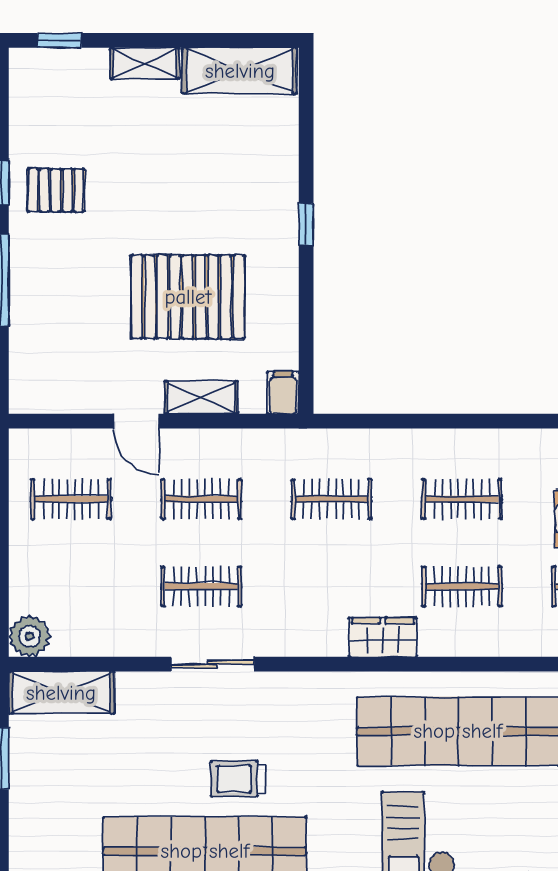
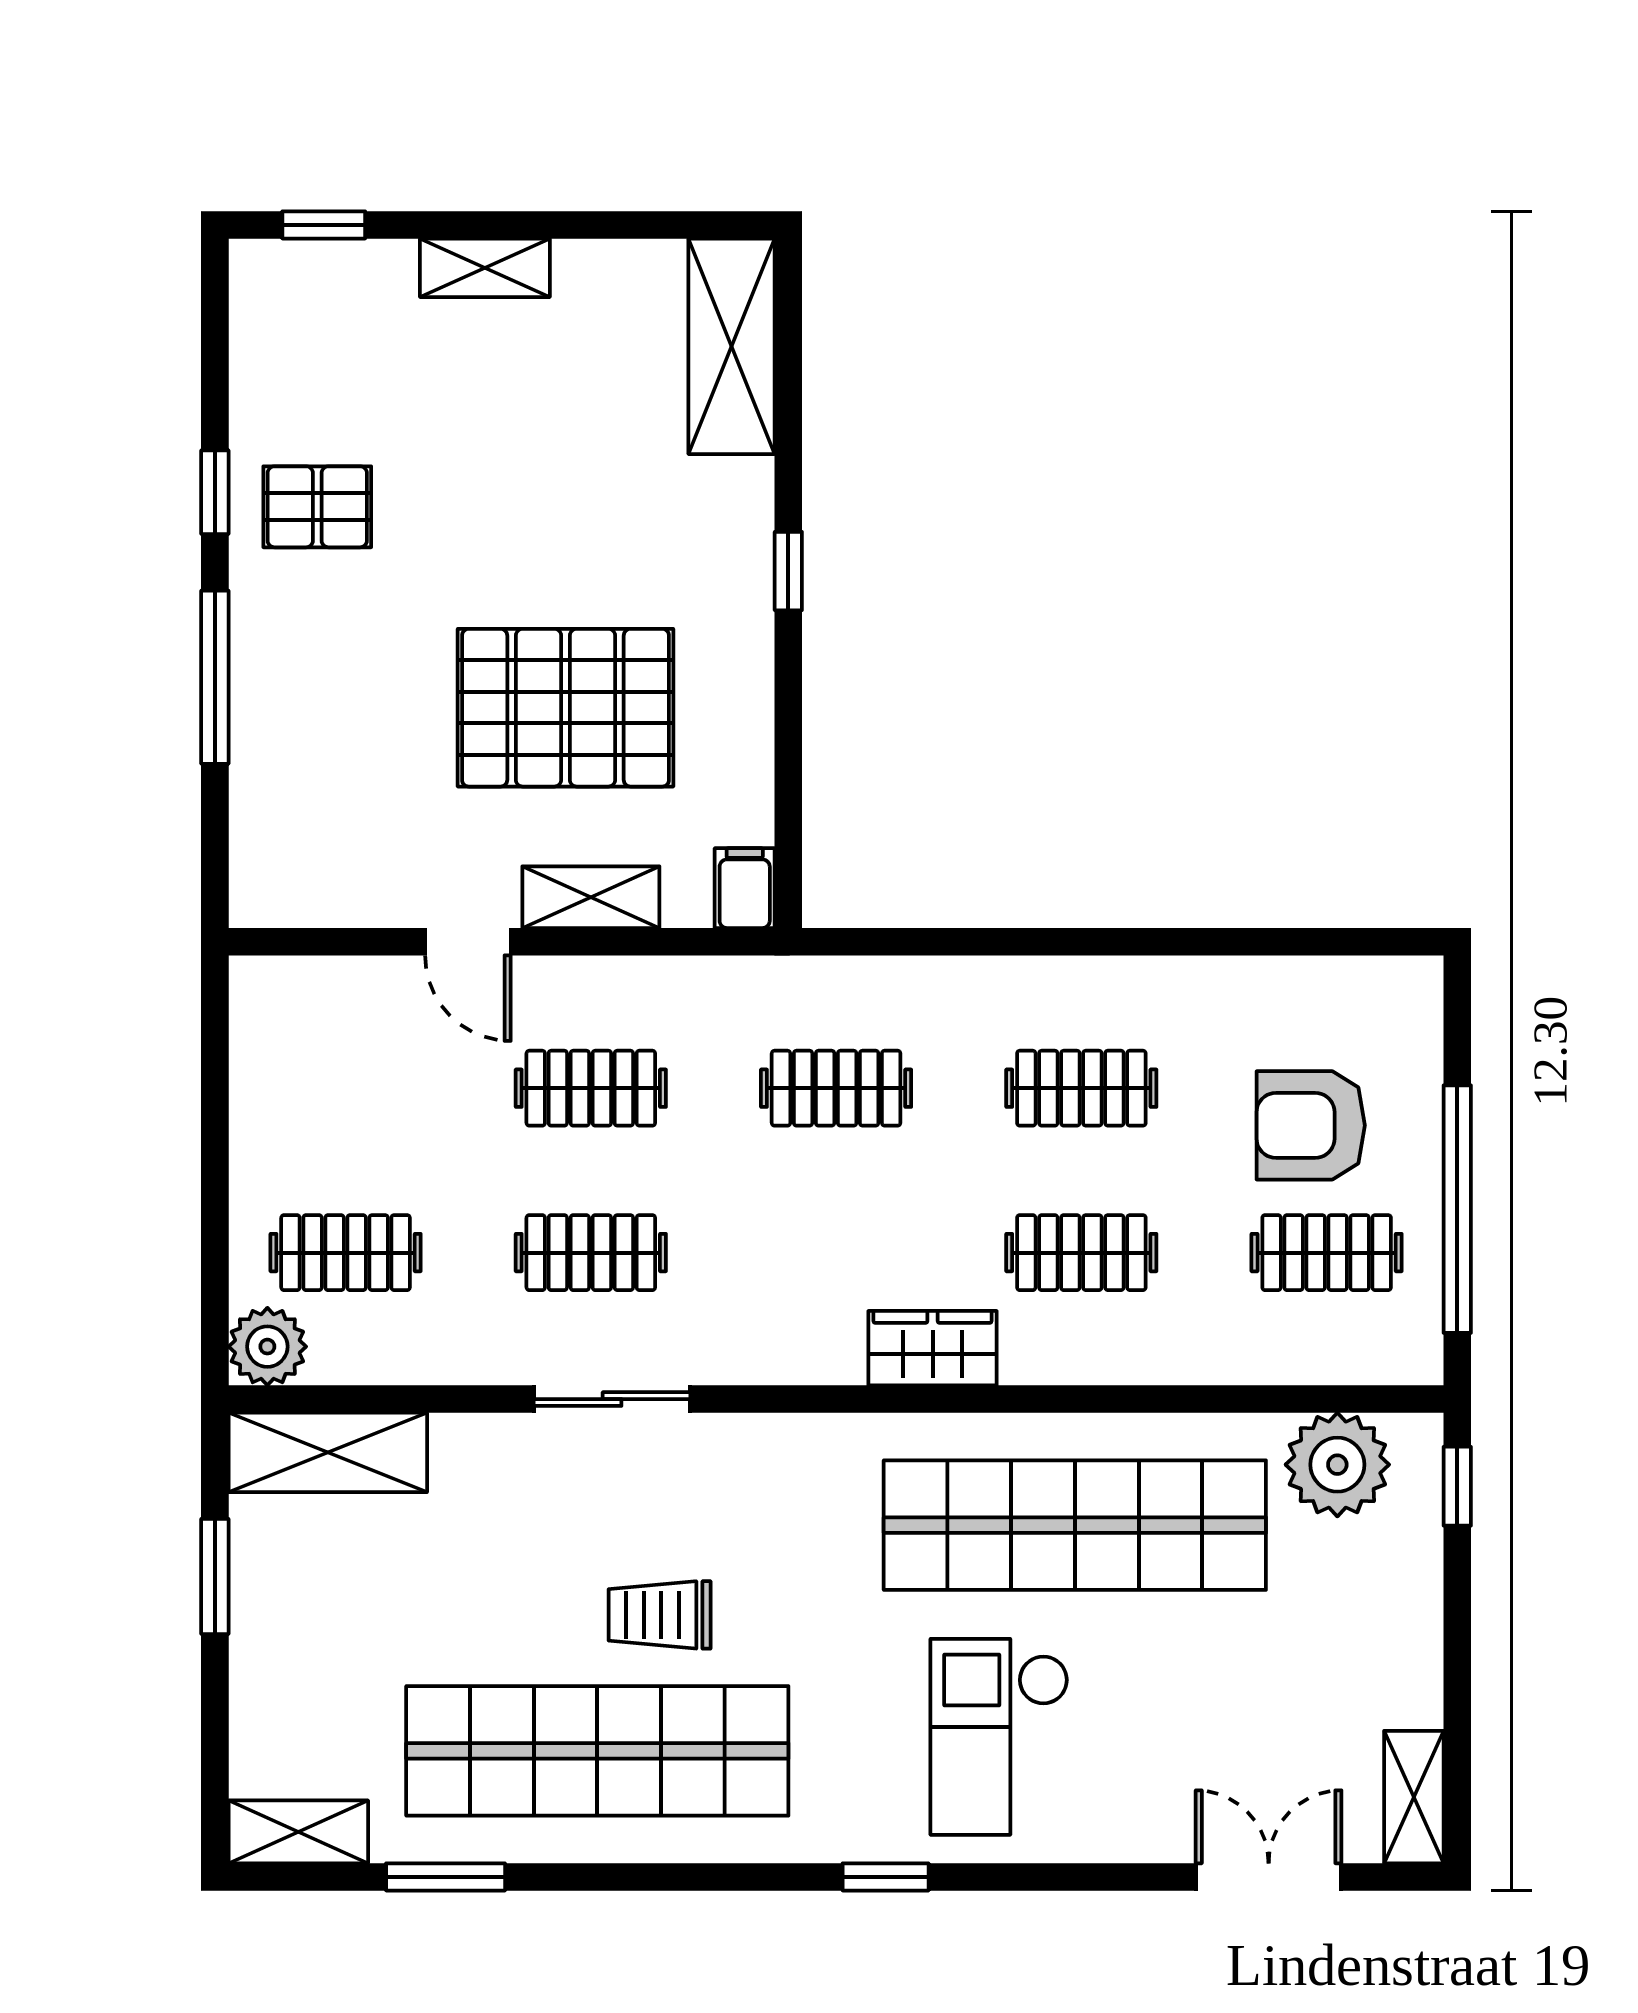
shelving: (240, 71) -> (732, 346), moved, turned 90
clothes rail: (71, 499) -> (346, 1253), moved

